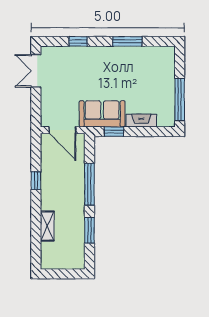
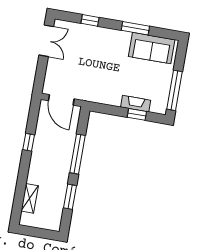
double door: (36, 71) -> (46, 41), swing flipped
sofa: (102, 114) -> (152, 48), moved, turned 180
window: (114, 132) -> (137, 114), moved
shelving: (47, 226) -> (30, 198), moved

